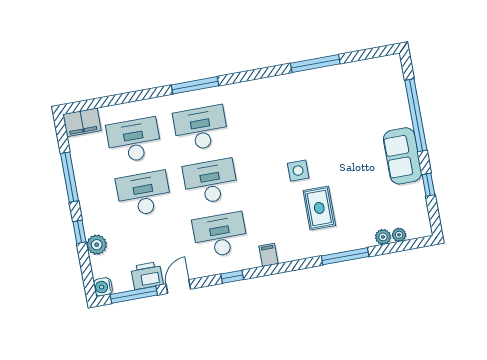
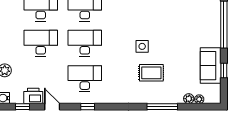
sofa: (402, 156) -> (211, 66), moved
rug: (319, 208) -> (151, 73), turned 90
filing cabinet: (269, 255) -> (113, 97), removed
door: (178, 287) -> (52, 107), hinge flipped
window: (134, 295) -> (23, 107), width x0.46

